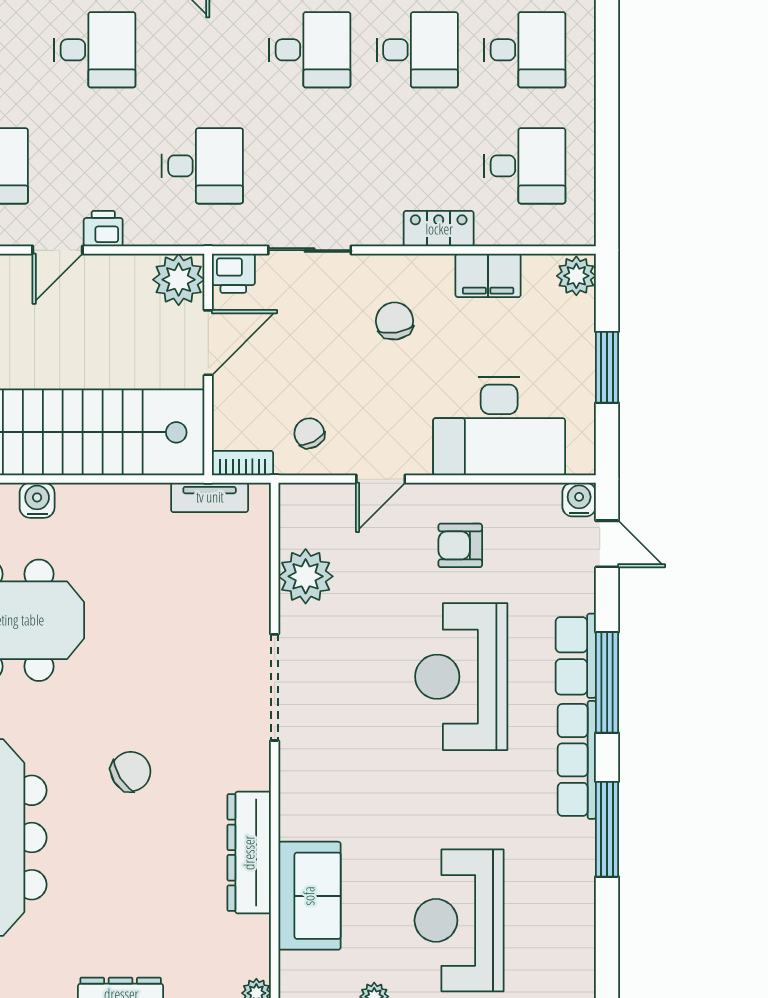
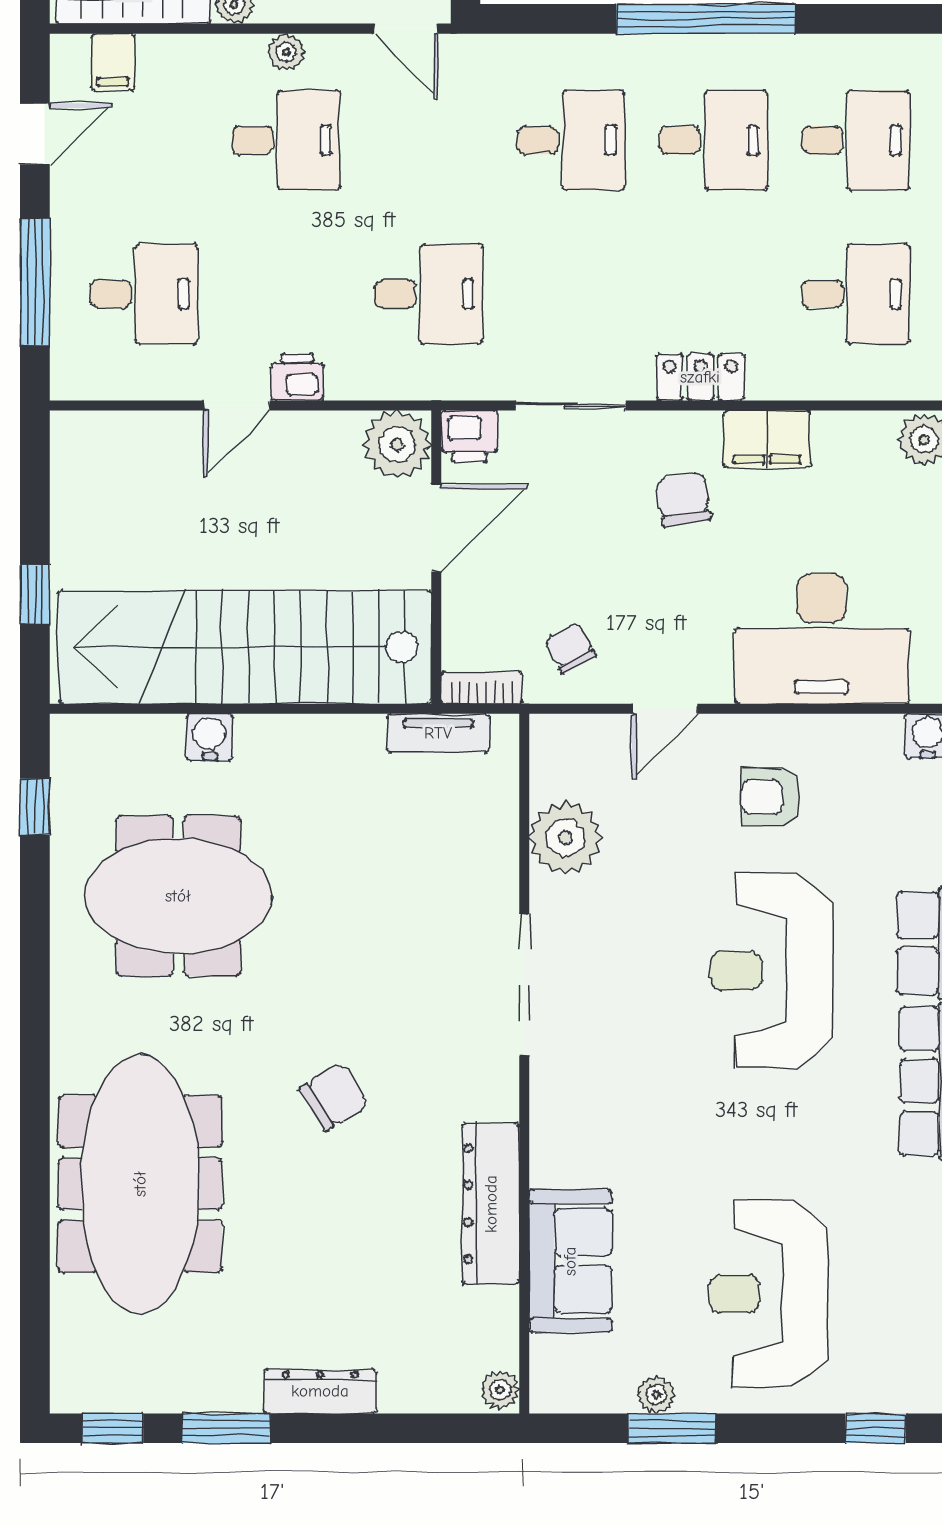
locker: (439, 229) -> (700, 377), moved
filing cabinet: (488, 275) -> (767, 439), moved

